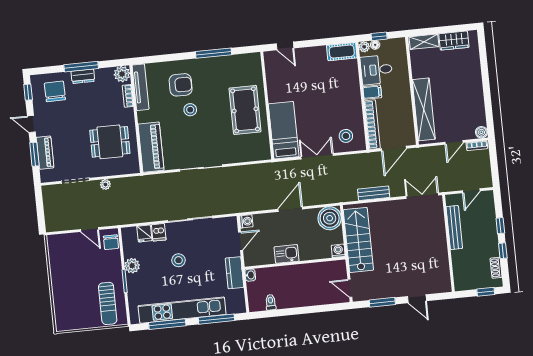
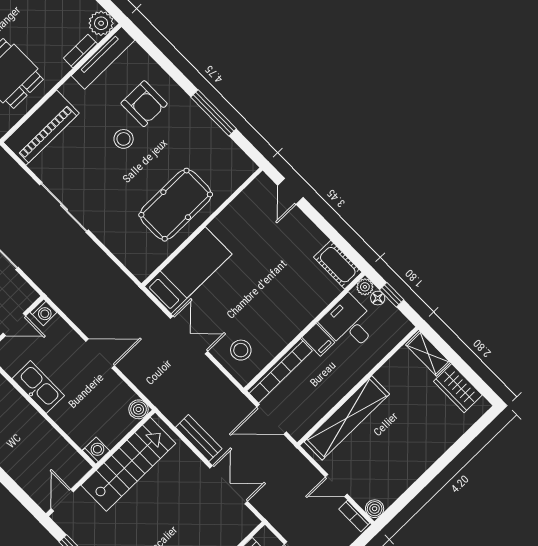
double door: (422, 196) -> (229, 485), moved
boiler: (330, 218) -> (139, 409), width x0.54, depth x0.54
kitchen sink: (287, 254) -> (38, 387), width x1.38

